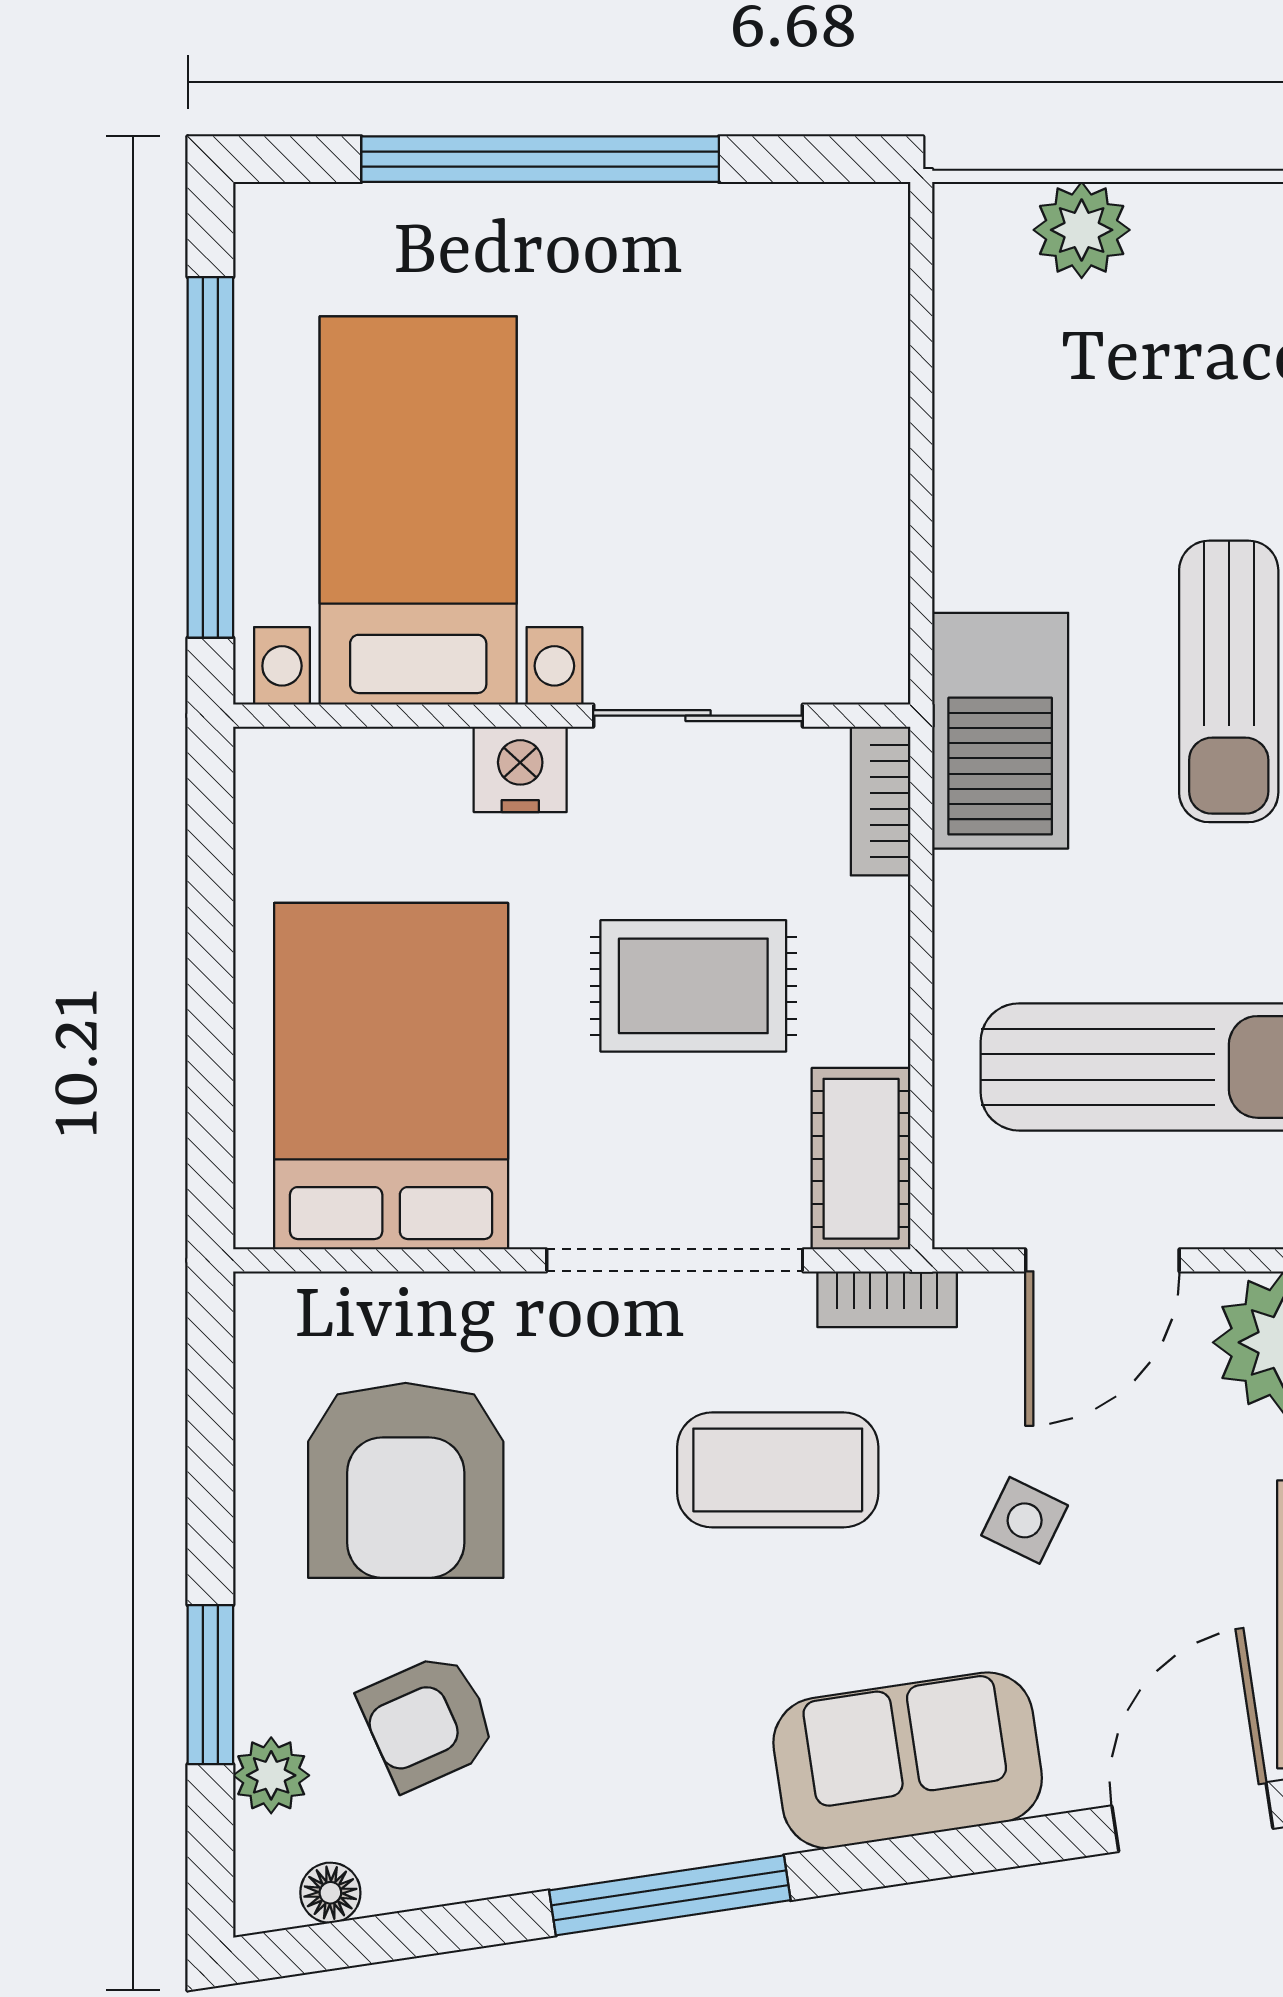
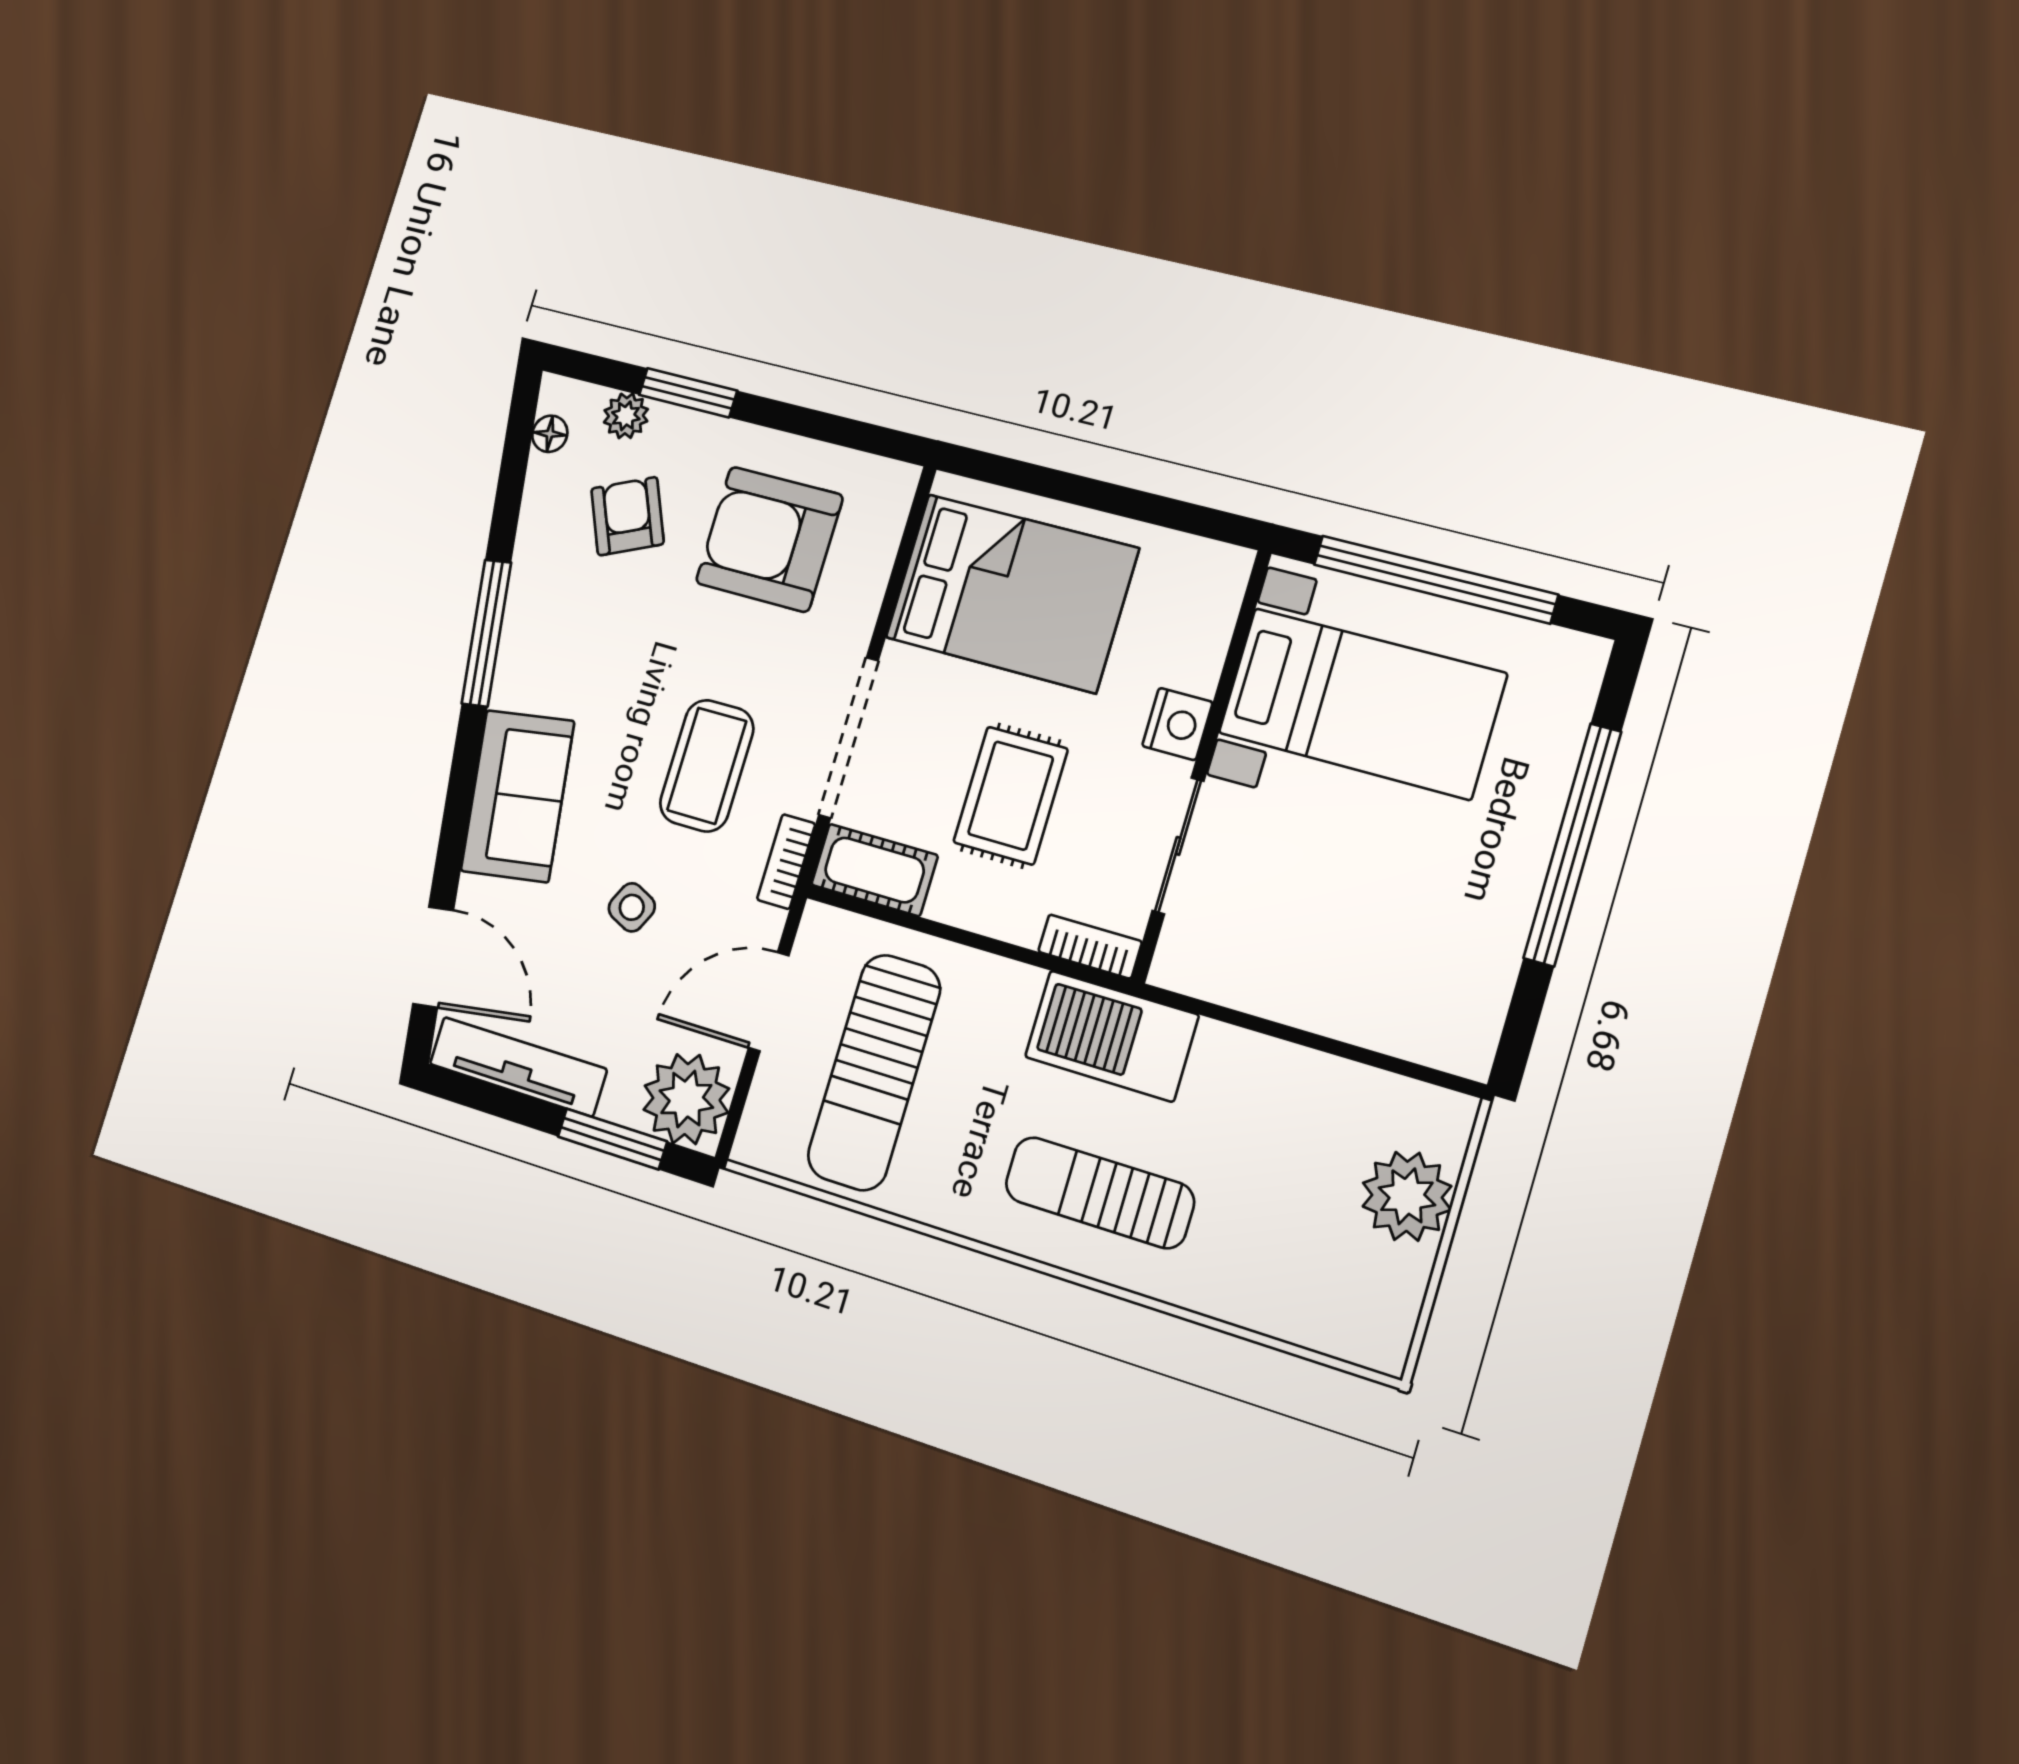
plant: (1082, 230) -> (1407, 1196), width x1.36, depth x1.36
door: (1102, 1260) -> (769, 1002), hinge flipped

